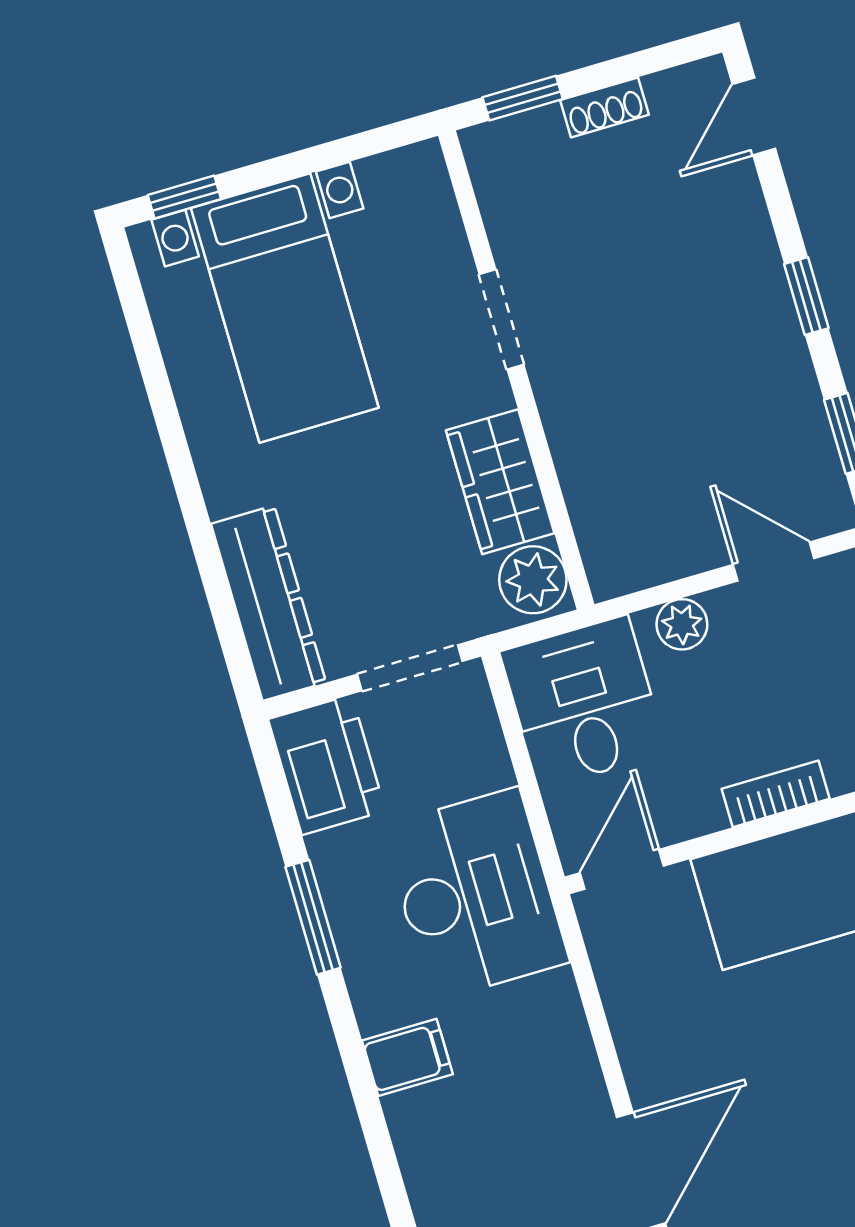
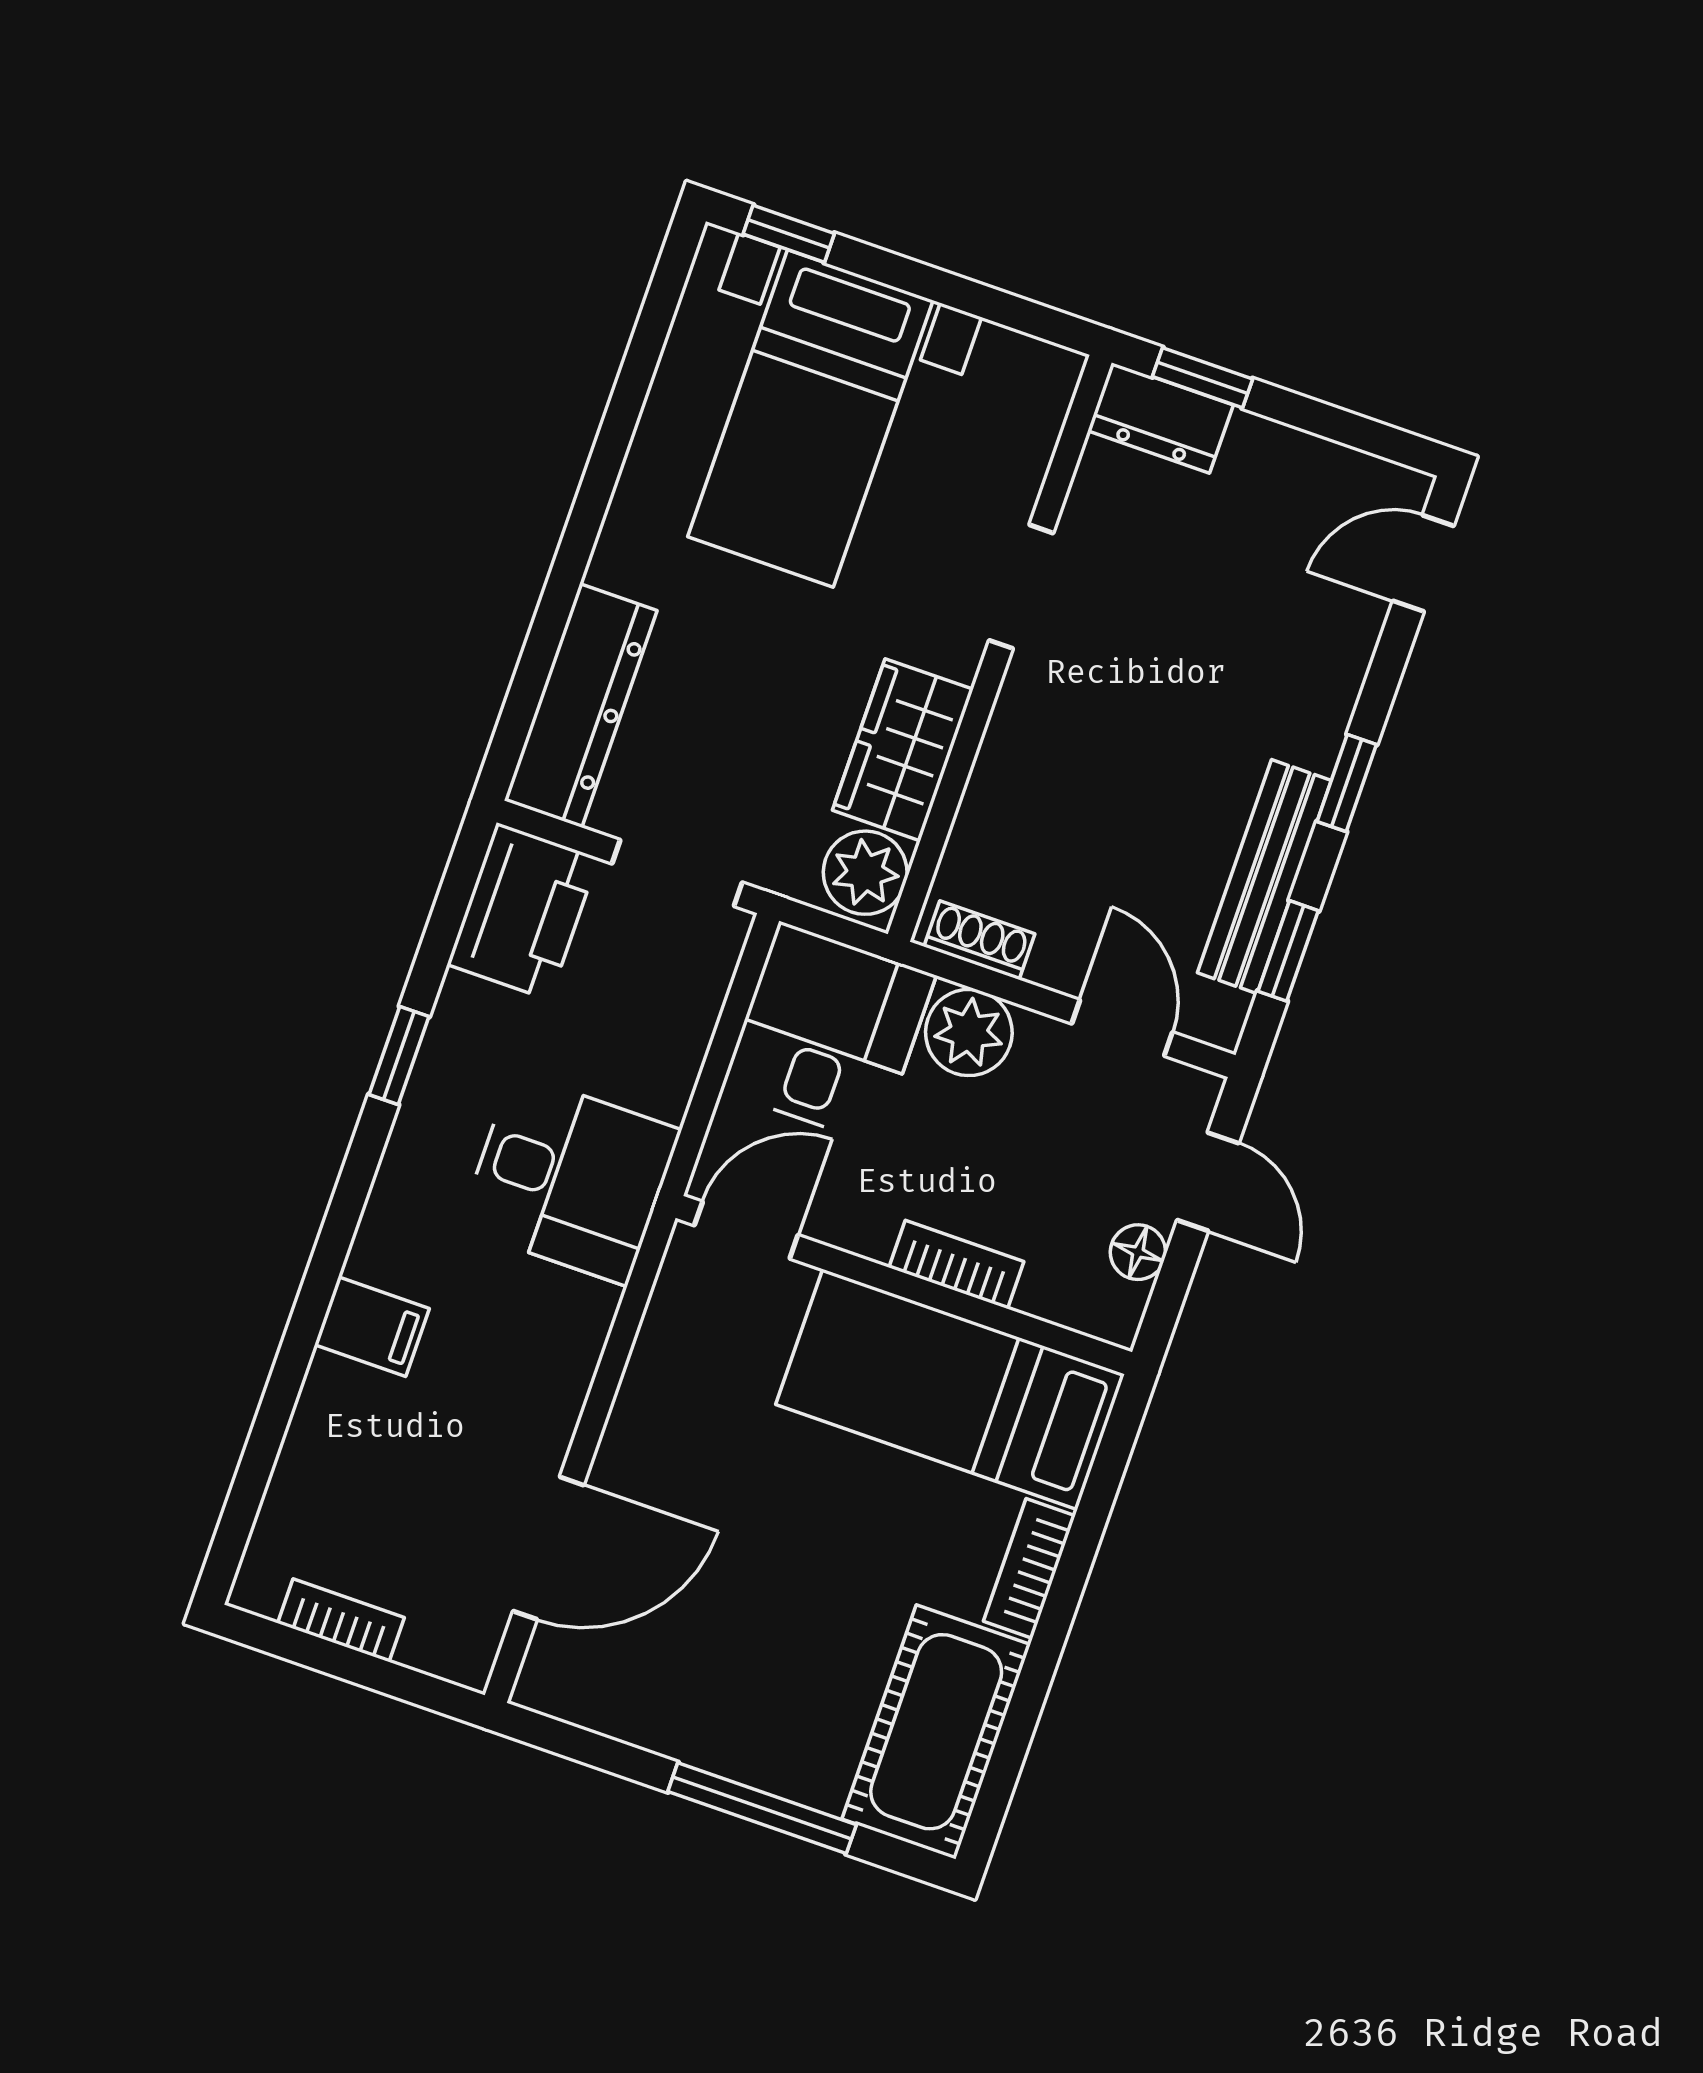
shoe rack: (605, 107) -> (979, 940), moved, turned 180
dresser: (514, 144) -> (1160, 418), added
bench: (796, 396) -> (1264, 877), added
plant: (682, 624) -> (969, 1033), width x1.38, depth x1.38
desk: (475, 894) -> (570, 1179), width x0.73
window: (313, 917) -> (399, 1056), width x0.67
filing cabinet: (407, 1057) -> (372, 1327), moved

